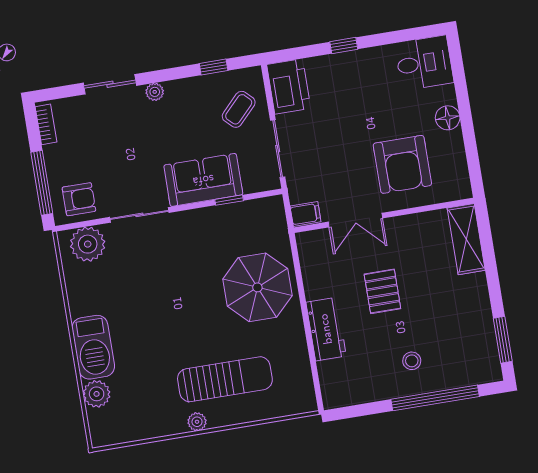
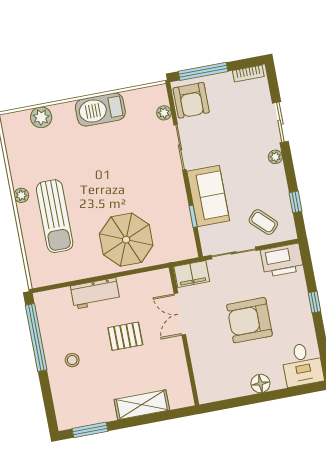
armchair: (402, 164) -> (249, 320), moved
armchair: (79, 199) -> (191, 100), width x1.38, depth x1.38
filing cabinet: (306, 214) -> (192, 274), width x2.00
shelving: (466, 239) -> (142, 405), moved
plant: (88, 244) -> (164, 113), width x0.53, depth x0.53
barbecue: (93, 347) -> (100, 110), moved
window: (435, 398) -> (36, 337), moved

